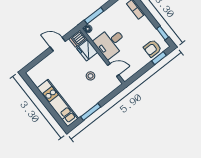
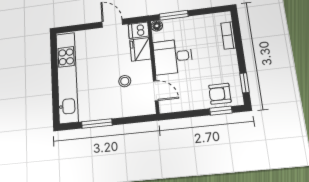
kitchen unit: (58, 103) -> (67, 77), width x1.36

